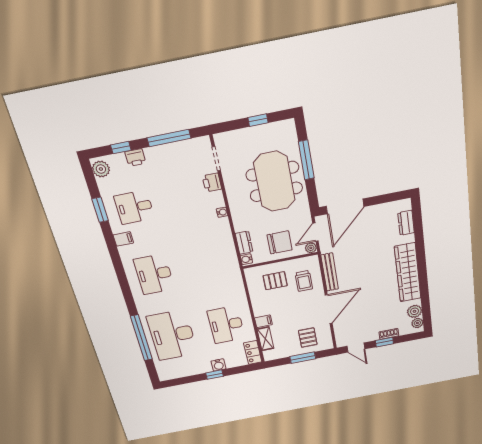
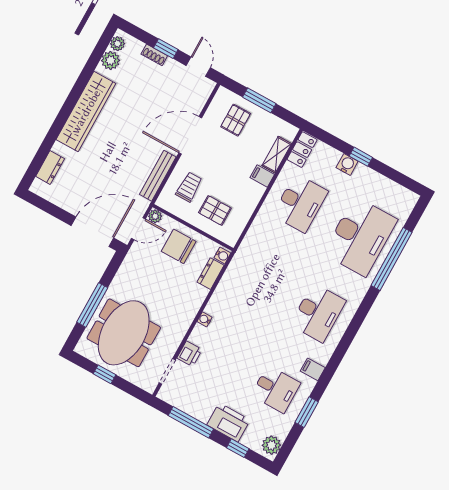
printer: (135, 158) -> (228, 422), width x1.87, depth x1.48
meeting table: (274, 182) -> (124, 333), moved

